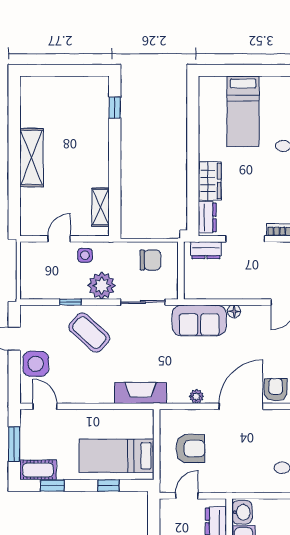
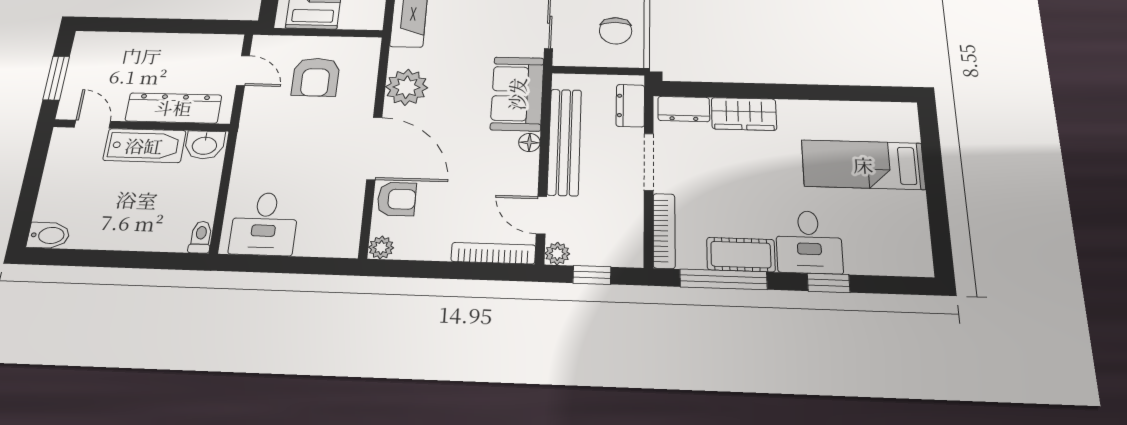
bench: (233, 290) -> (564, 142), added
plant: (196, 396) -> (407, 87), width x1.88, depth x1.88

